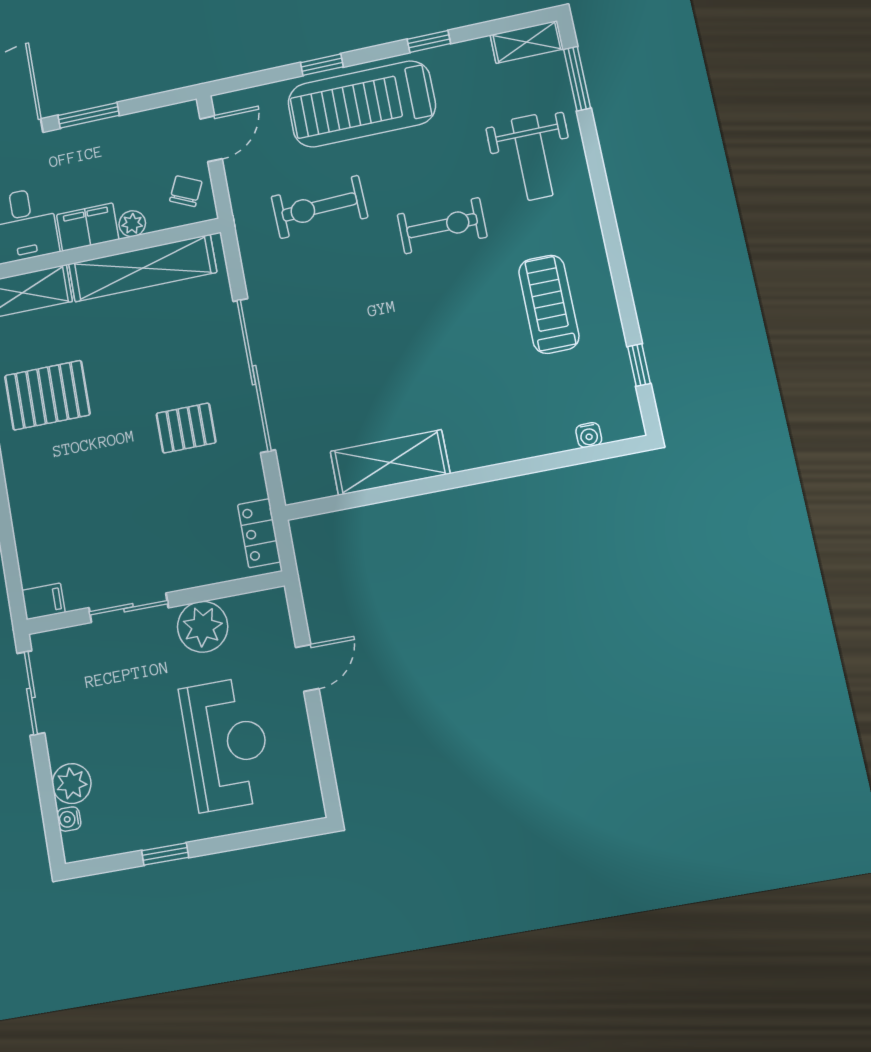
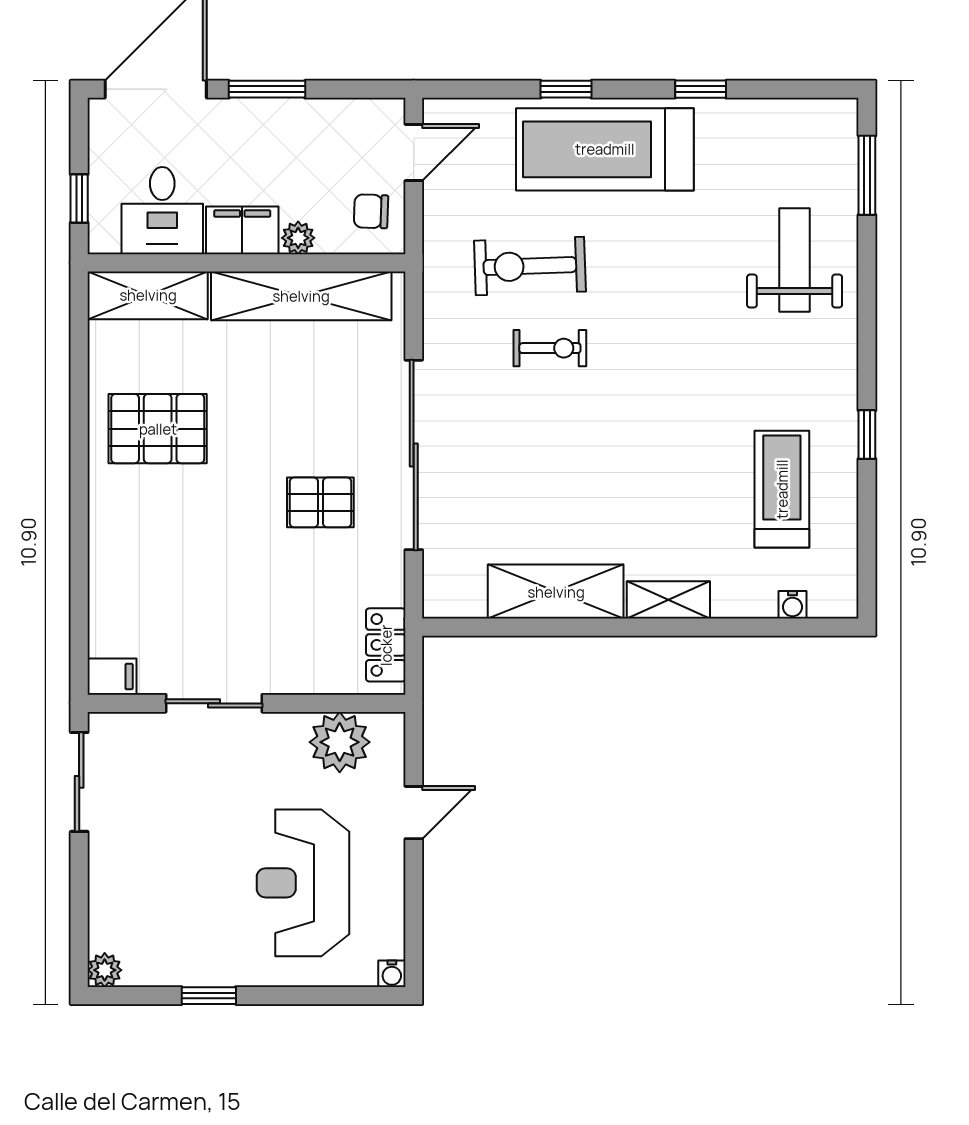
shelving: (527, 42) -> (668, 600), moved
weight bench: (532, 157) -> (795, 260), turned 180
chair: (186, 191) -> (371, 211), turned -113
exercise bike: (442, 226) -> (550, 348), moved, width x0.73, depth x0.72
treadmill: (549, 304) -> (782, 489), moved
window: (639, 365) -> (867, 435), moved
plant: (203, 627) -> (340, 742), moved
reception desk: (226, 744) -> (303, 883), turned 180
plant: (72, 784) -> (105, 970), moved, width x0.73, depth x0.73
water cooler: (69, 819) -> (392, 974), moved, turned -90

